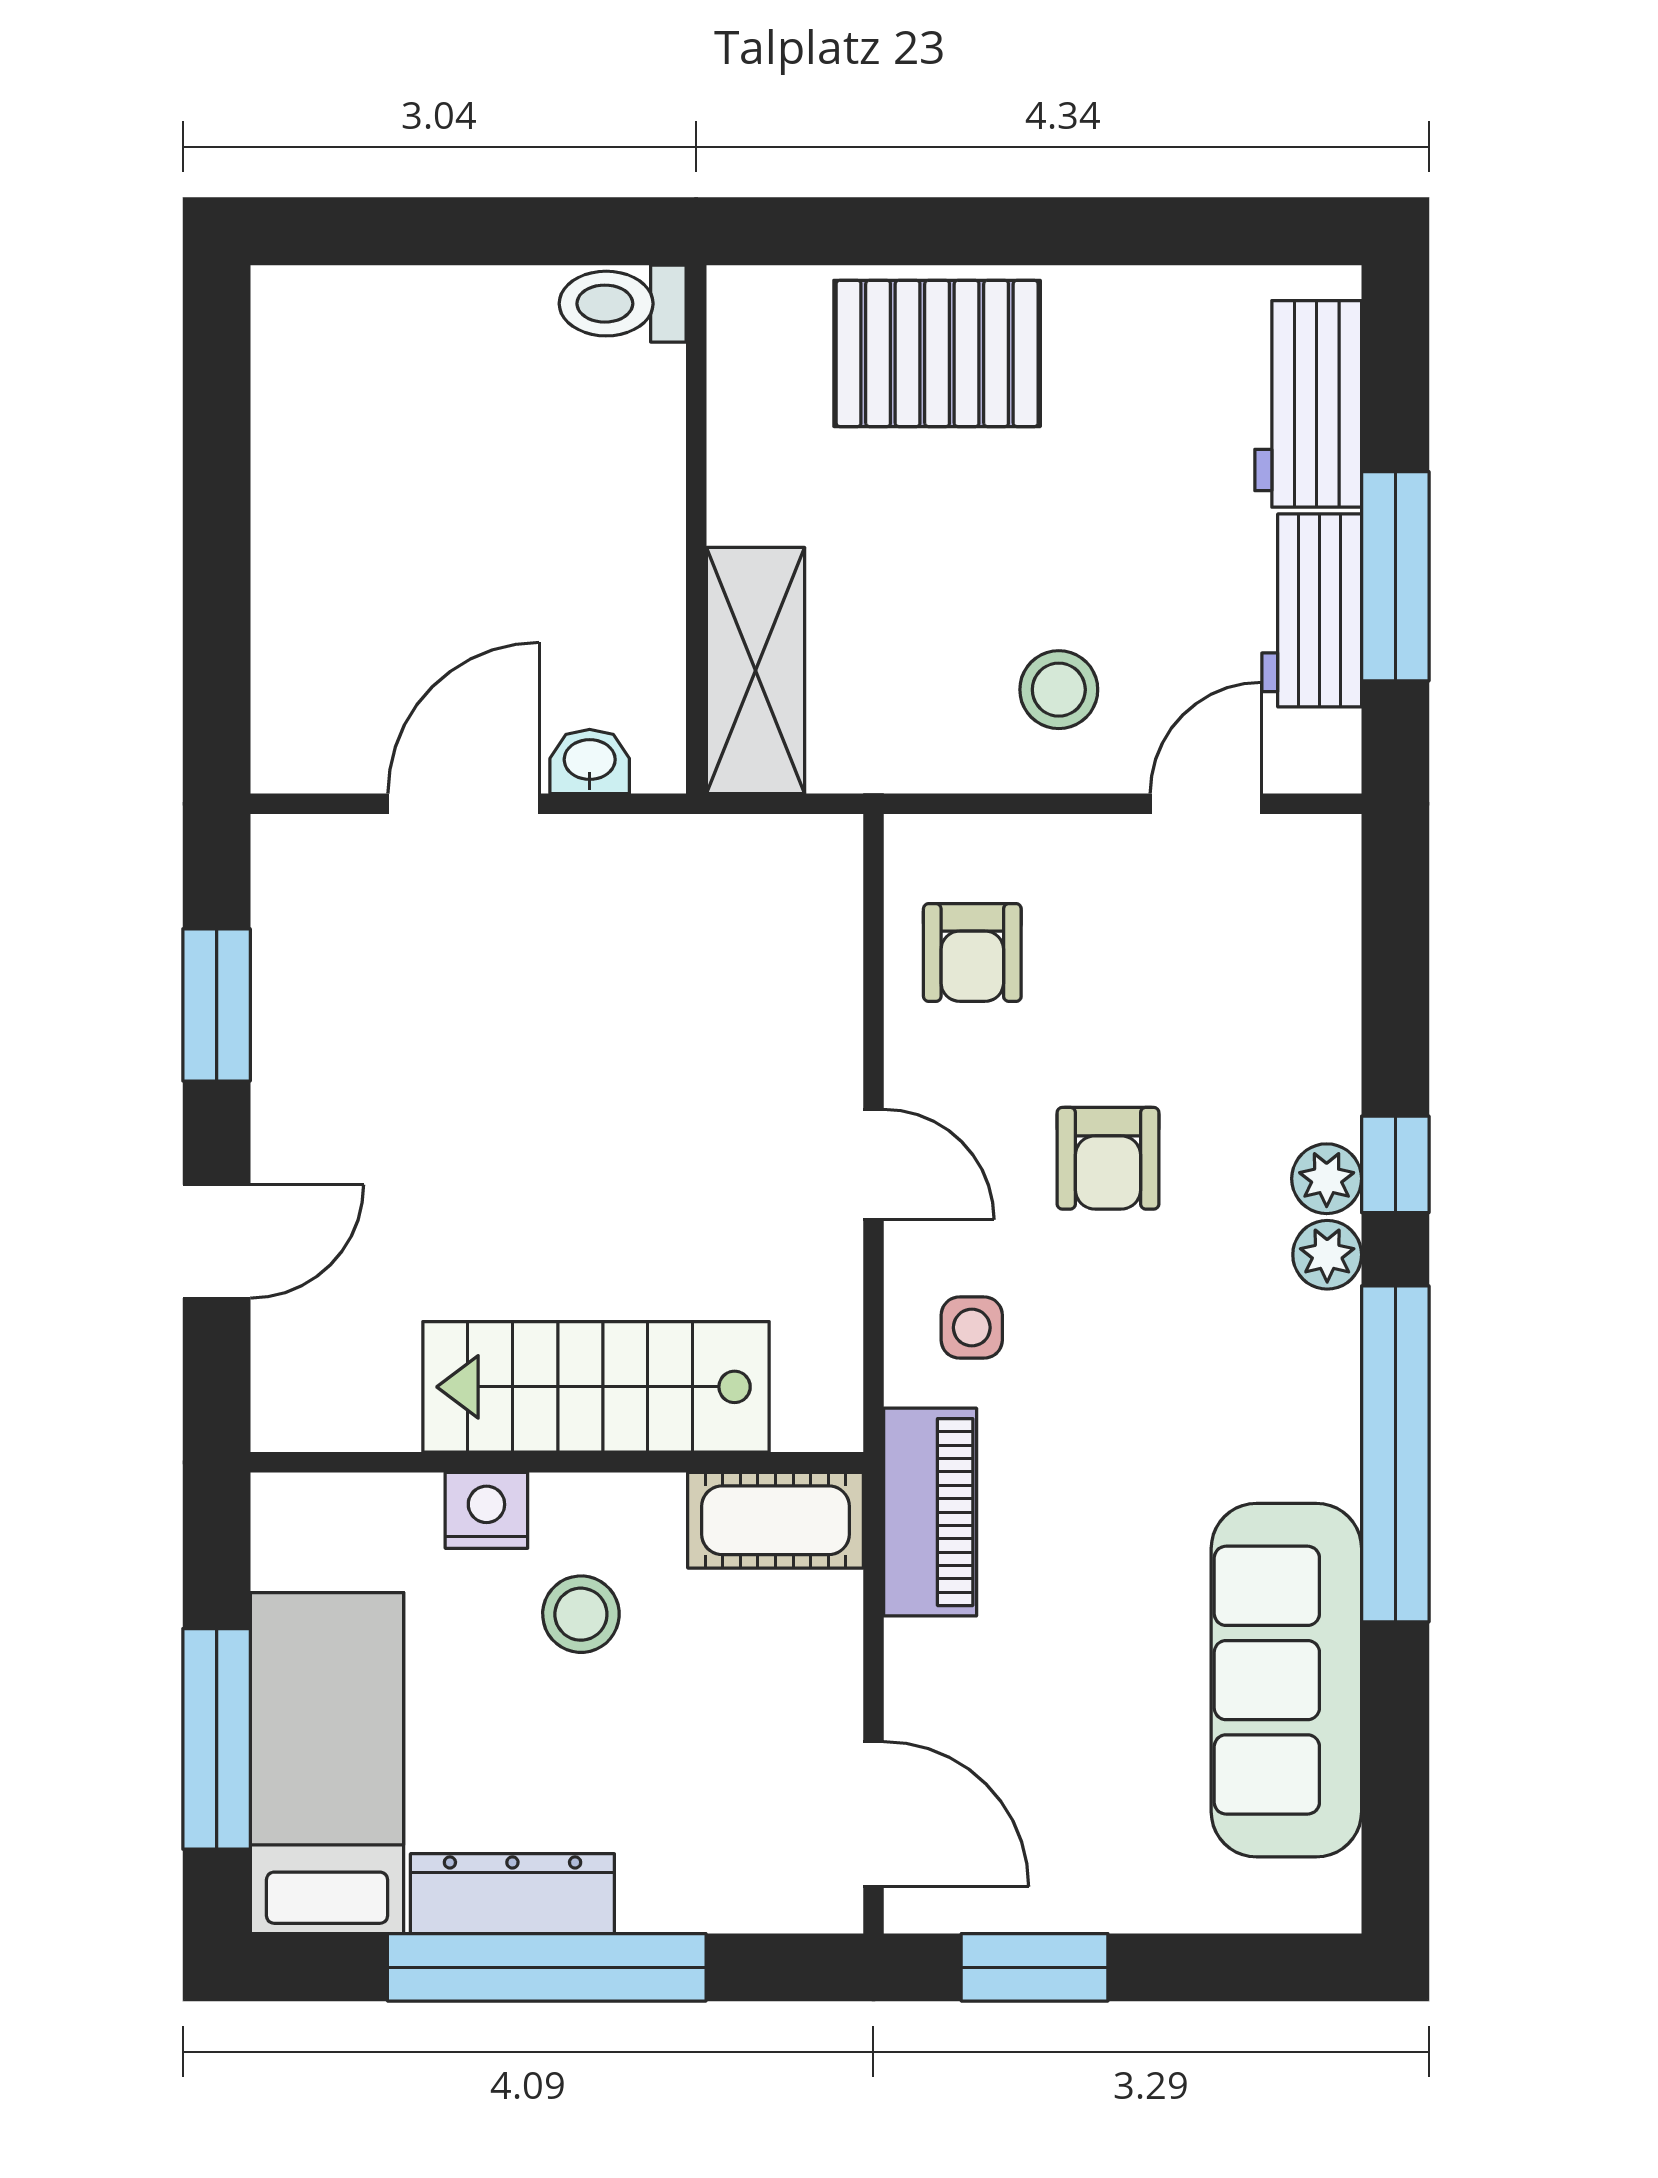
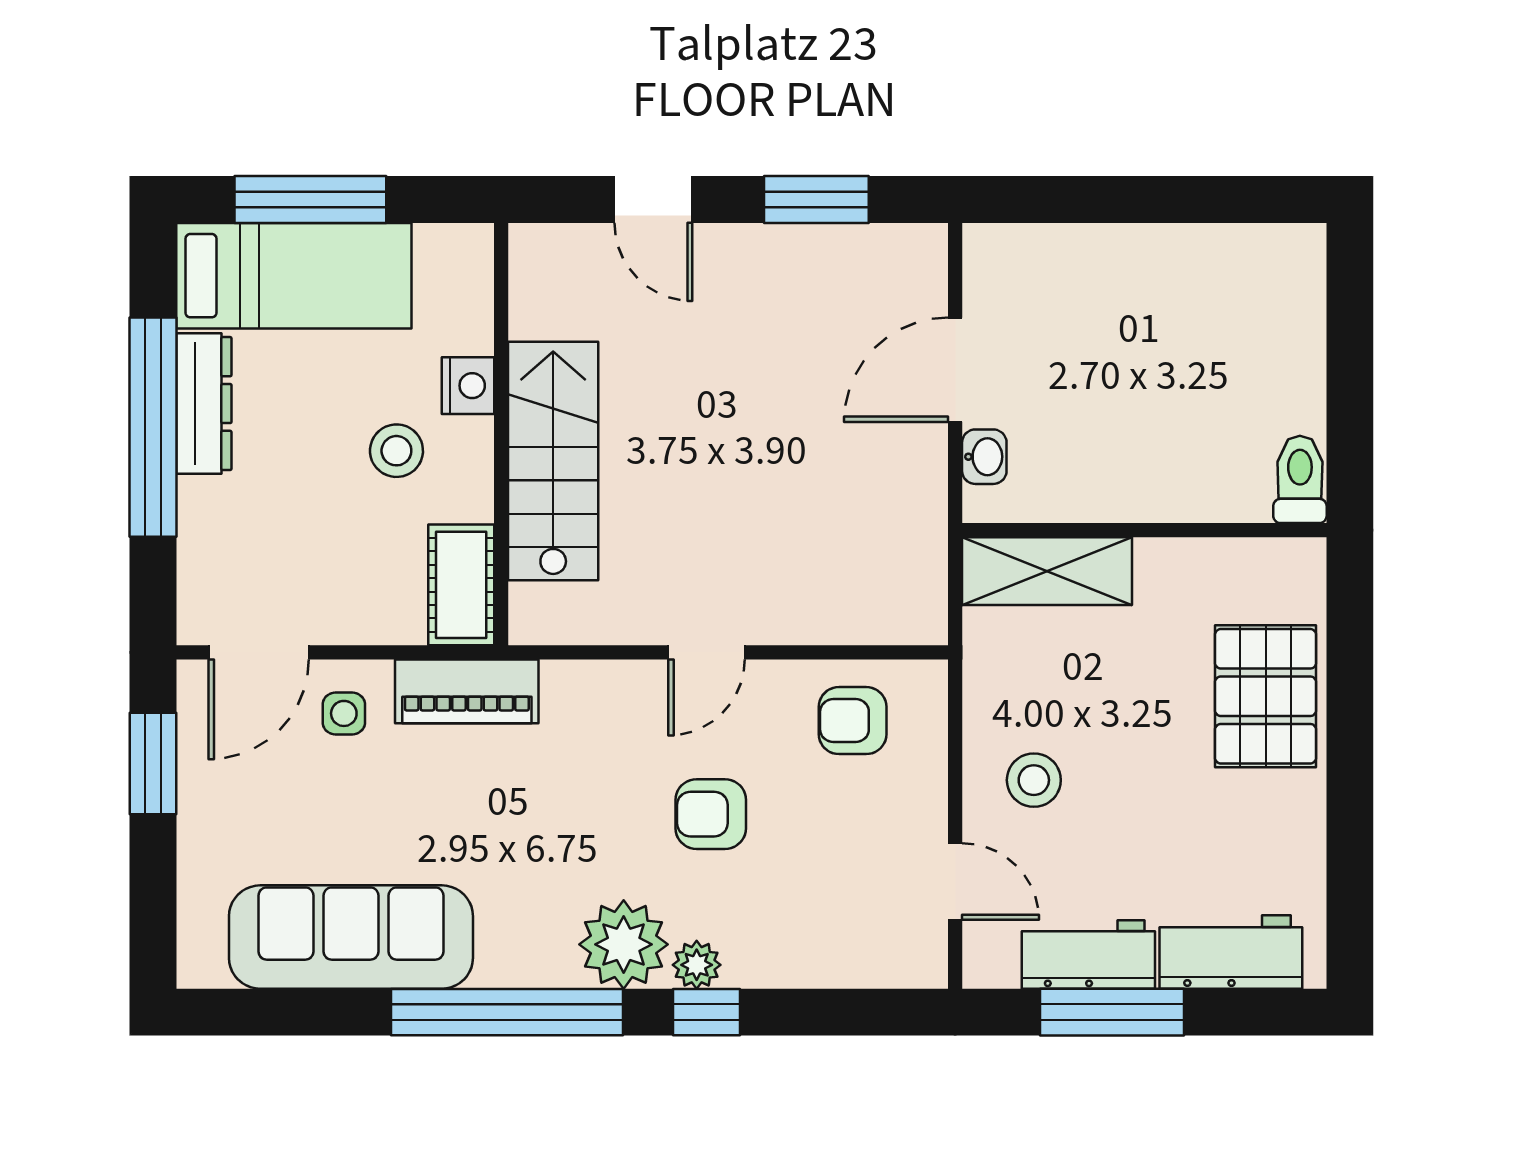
door: (464, 804) -> (955, 370), swing flipped
plant: (1327, 1255) -> (624, 944), width x1.87, depth x1.87
side table: (972, 1328) -> (344, 713), moved

